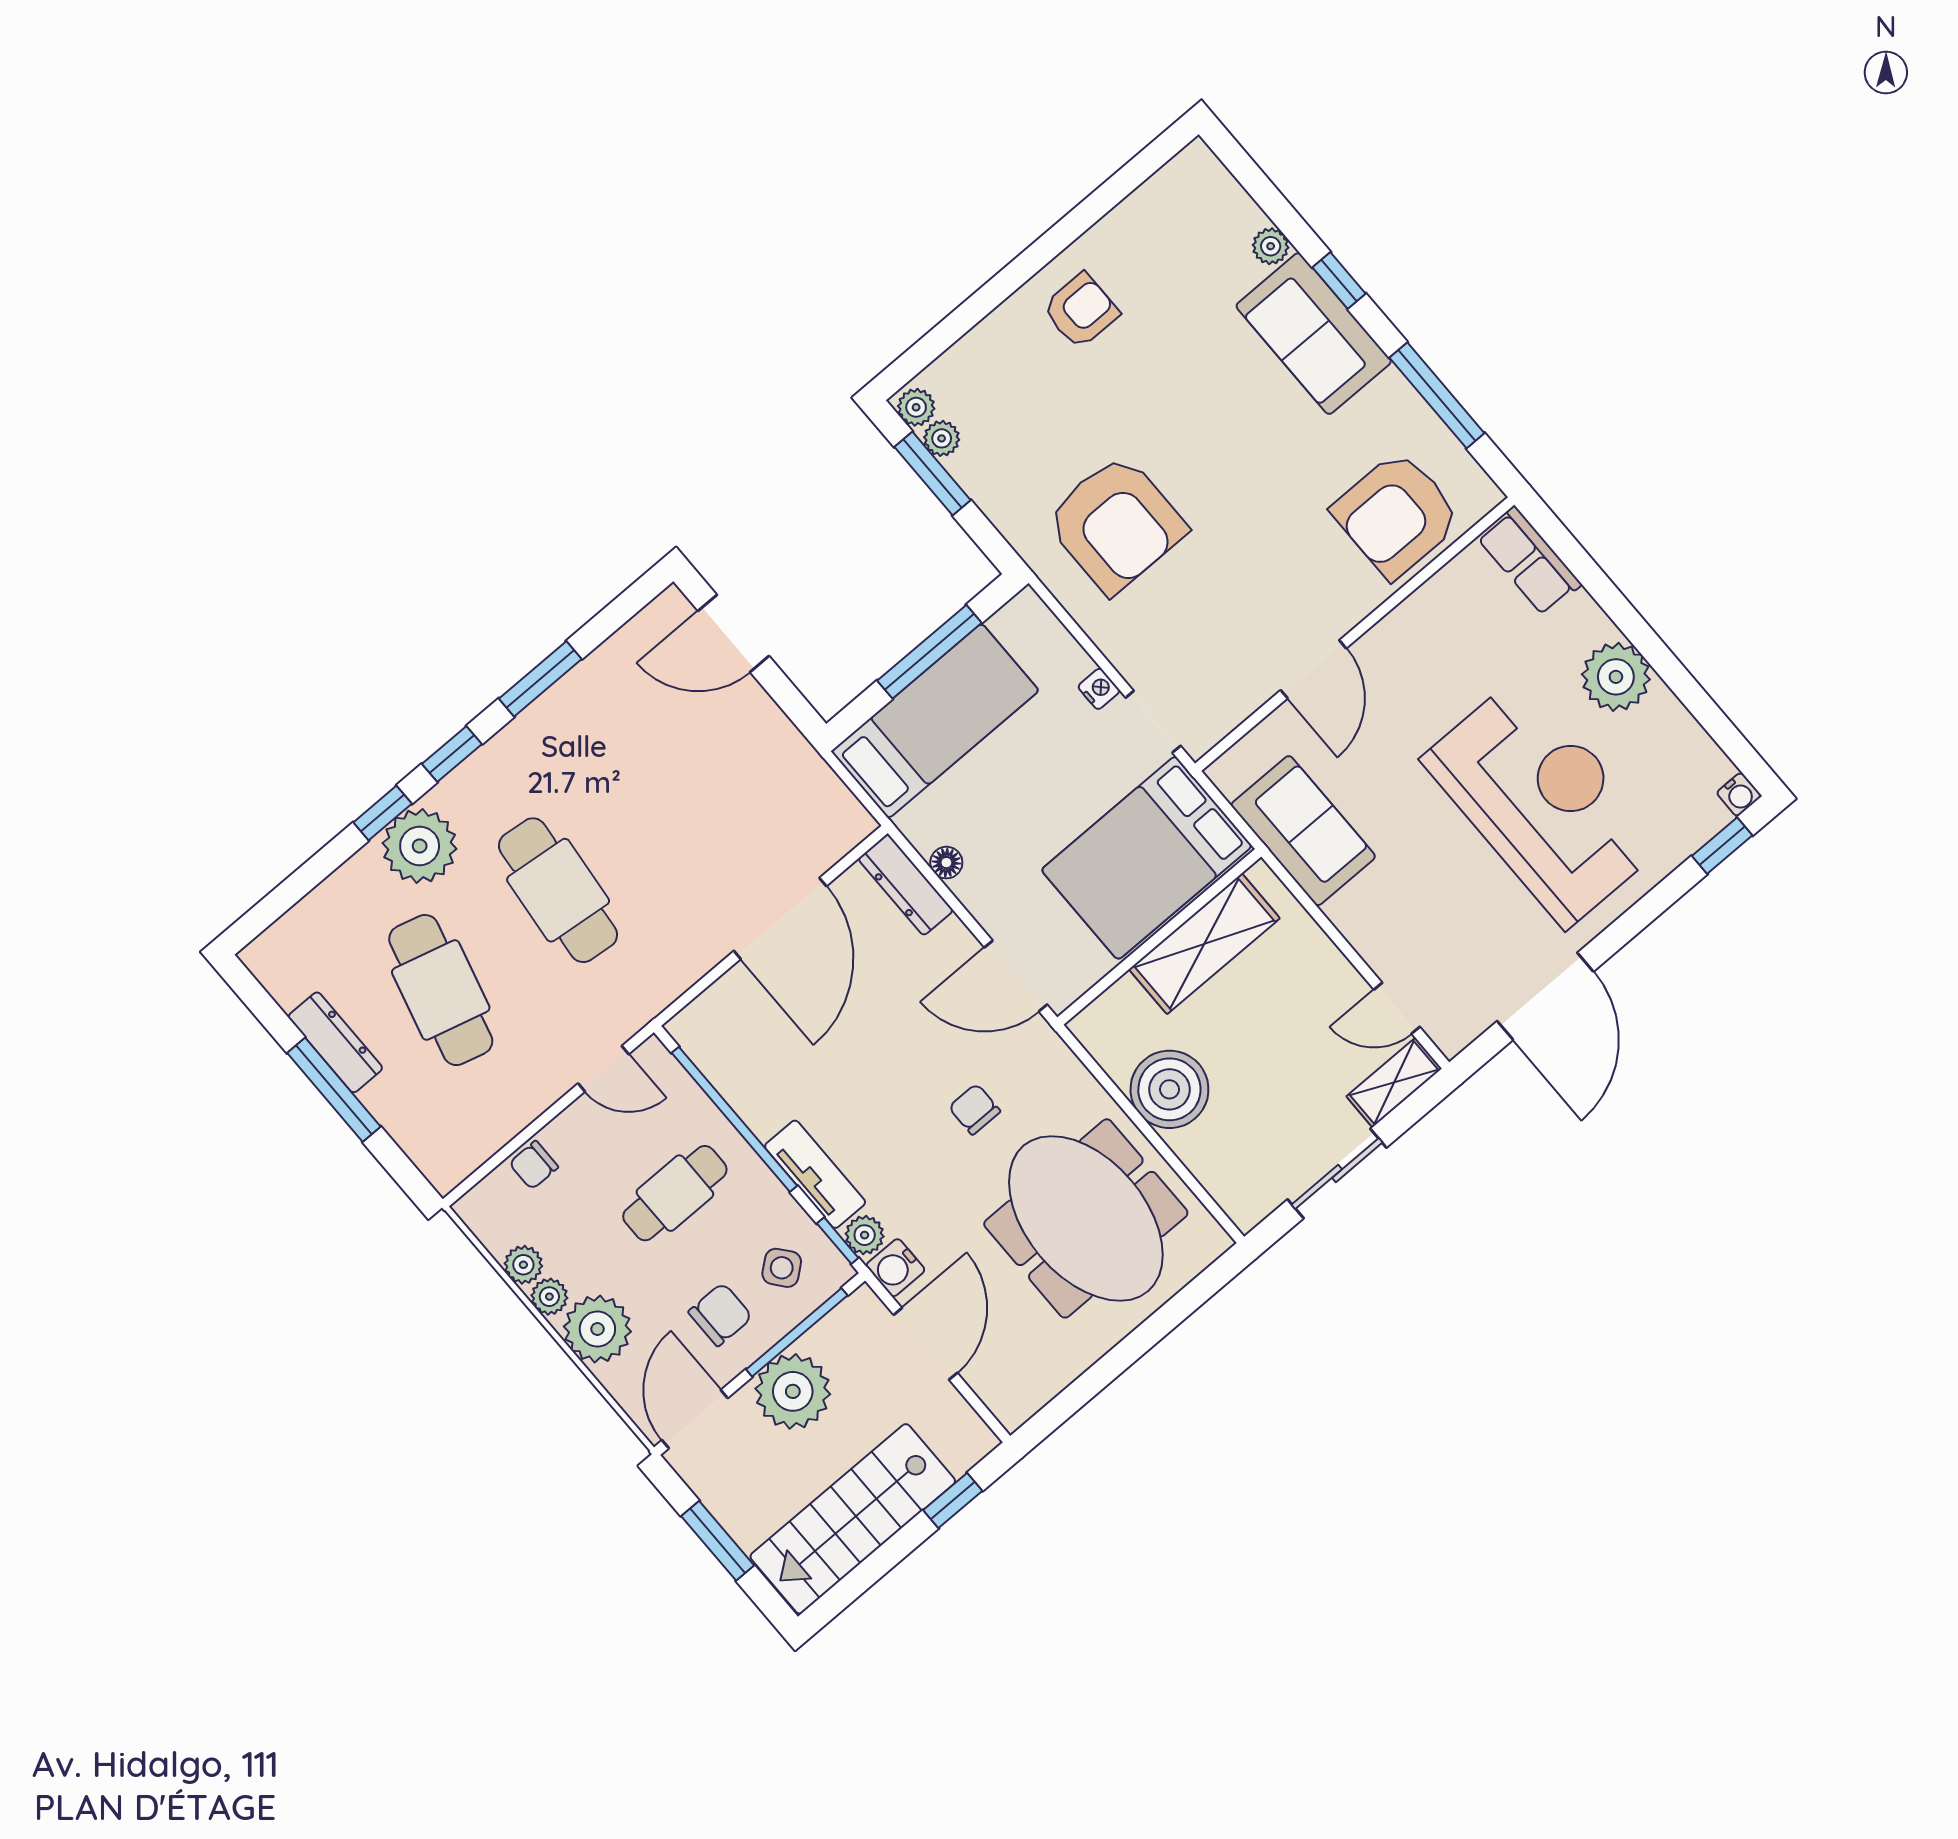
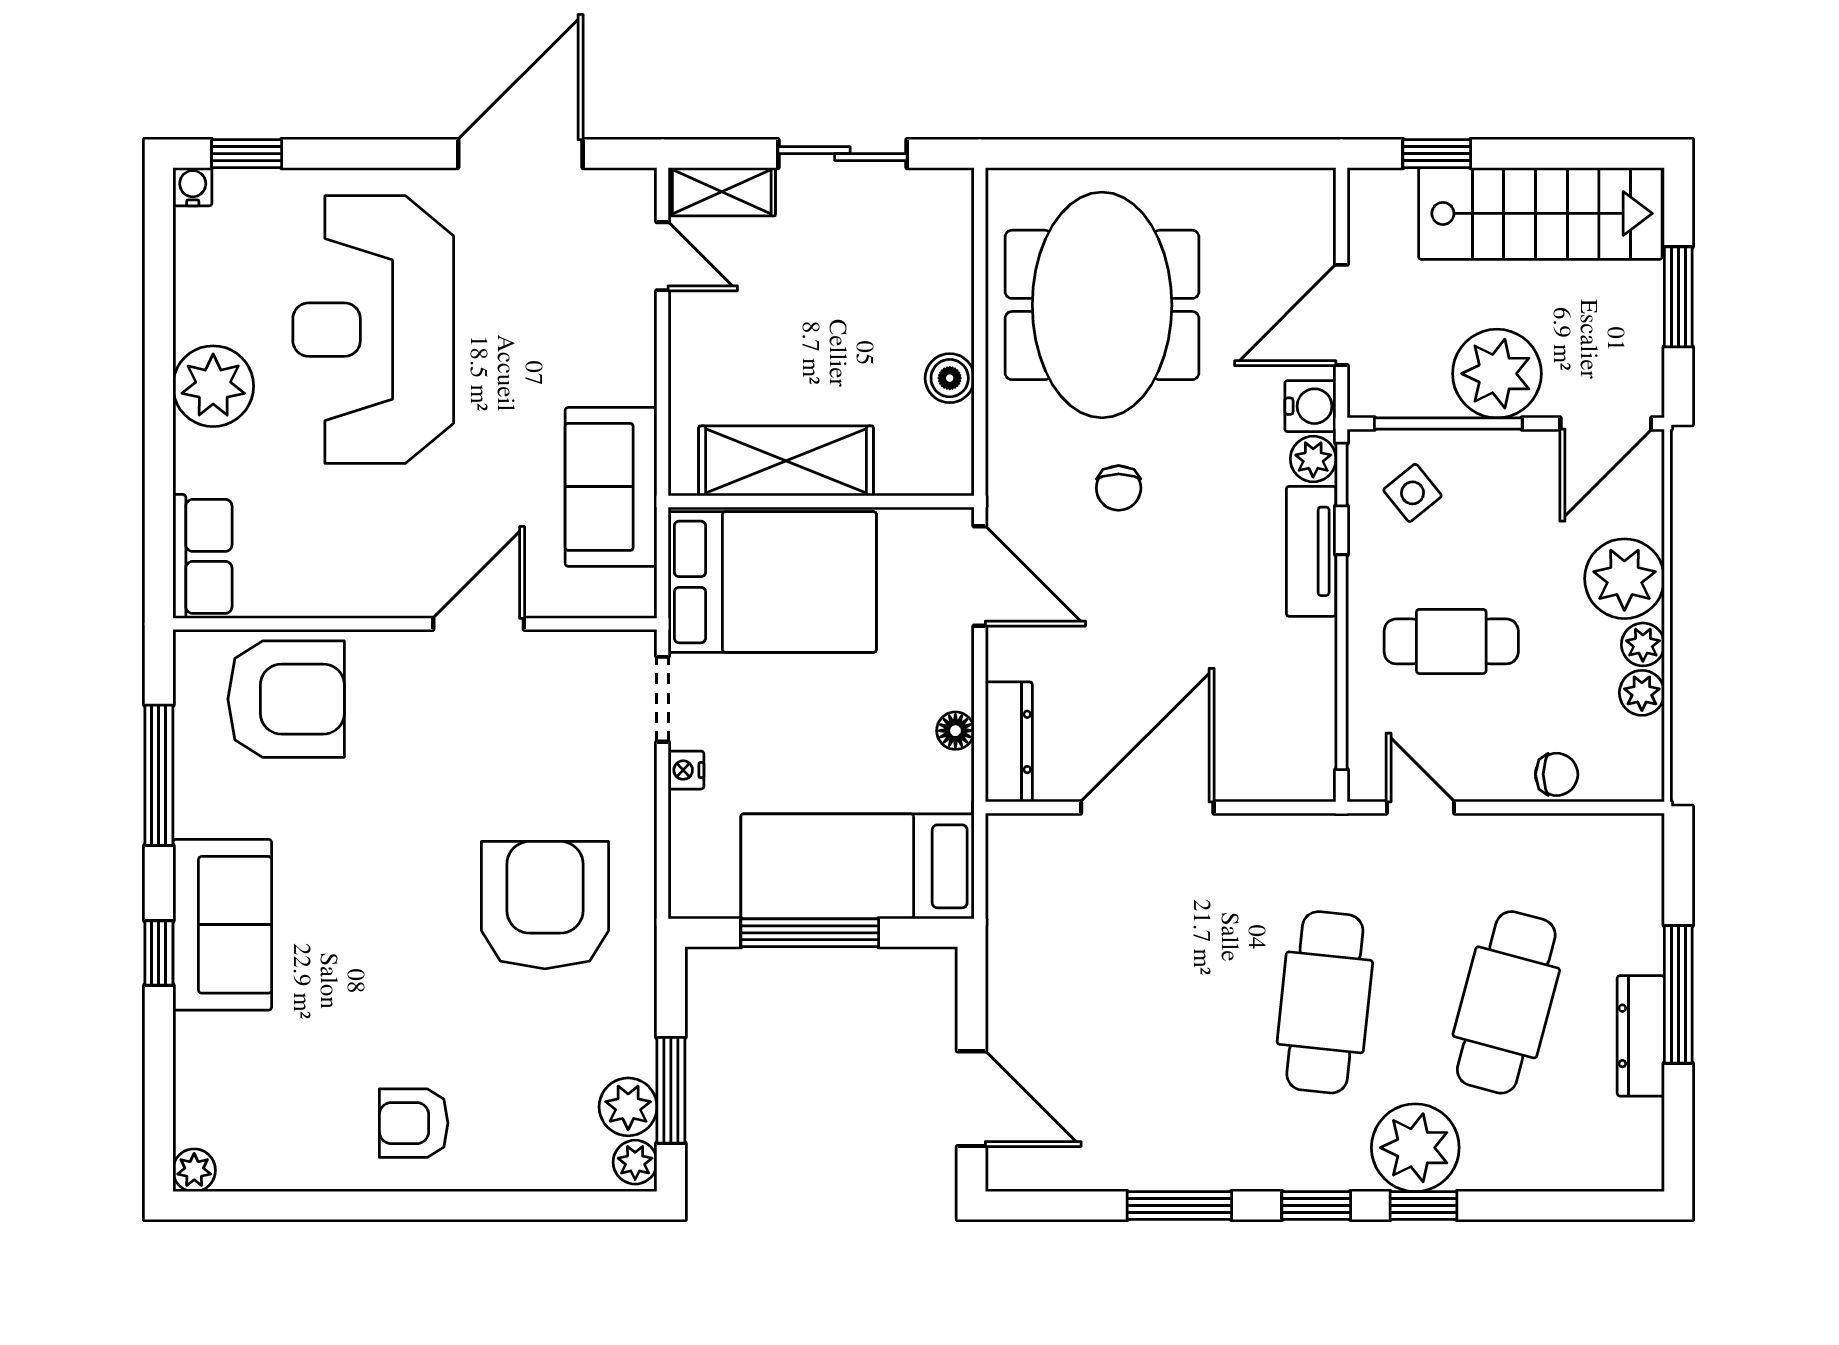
plant: (1271, 246) -> (194, 1170), moved
plant: (942, 438) -> (628, 1107), width x1.38, depth x1.38
boiler: (1169, 1089) -> (950, 378), width x0.54, depth x0.54
chair: (720, 1314) -> (1503, 498), removed

